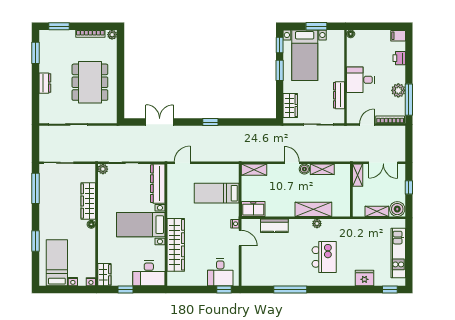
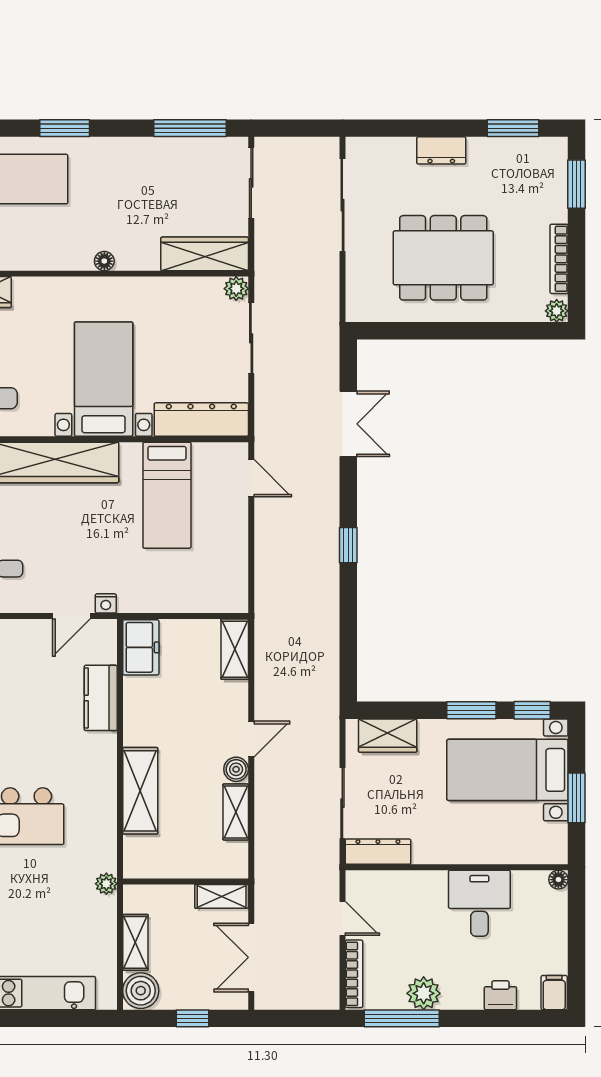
desk: (361, 80) -> (479, 903), moved
dresser: (339, 95) -> (378, 852), moved
bed: (217, 193) -> (167, 495), moved, turned 180
wardrobe: (88, 201) -> (205, 254), moved
plant: (317, 224) -> (106, 884), moved

